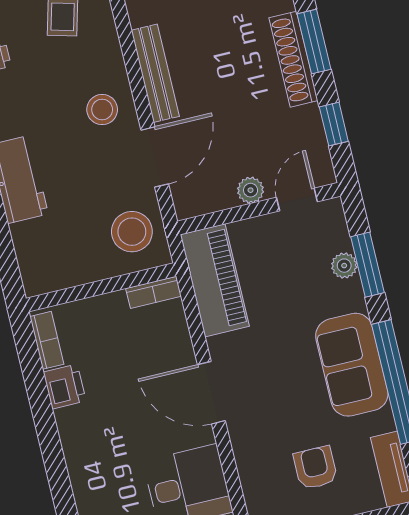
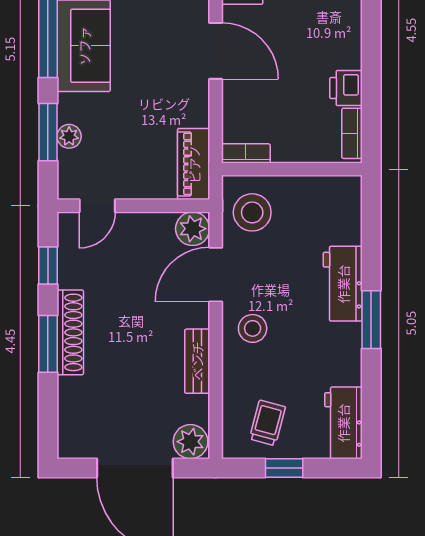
bench: (155, 73) -> (197, 361), width x0.73
plant: (251, 190) -> (193, 229), moved, width x1.38, depth x1.38
piano: (215, 280) -> (194, 164), width x0.73, depth x0.75

